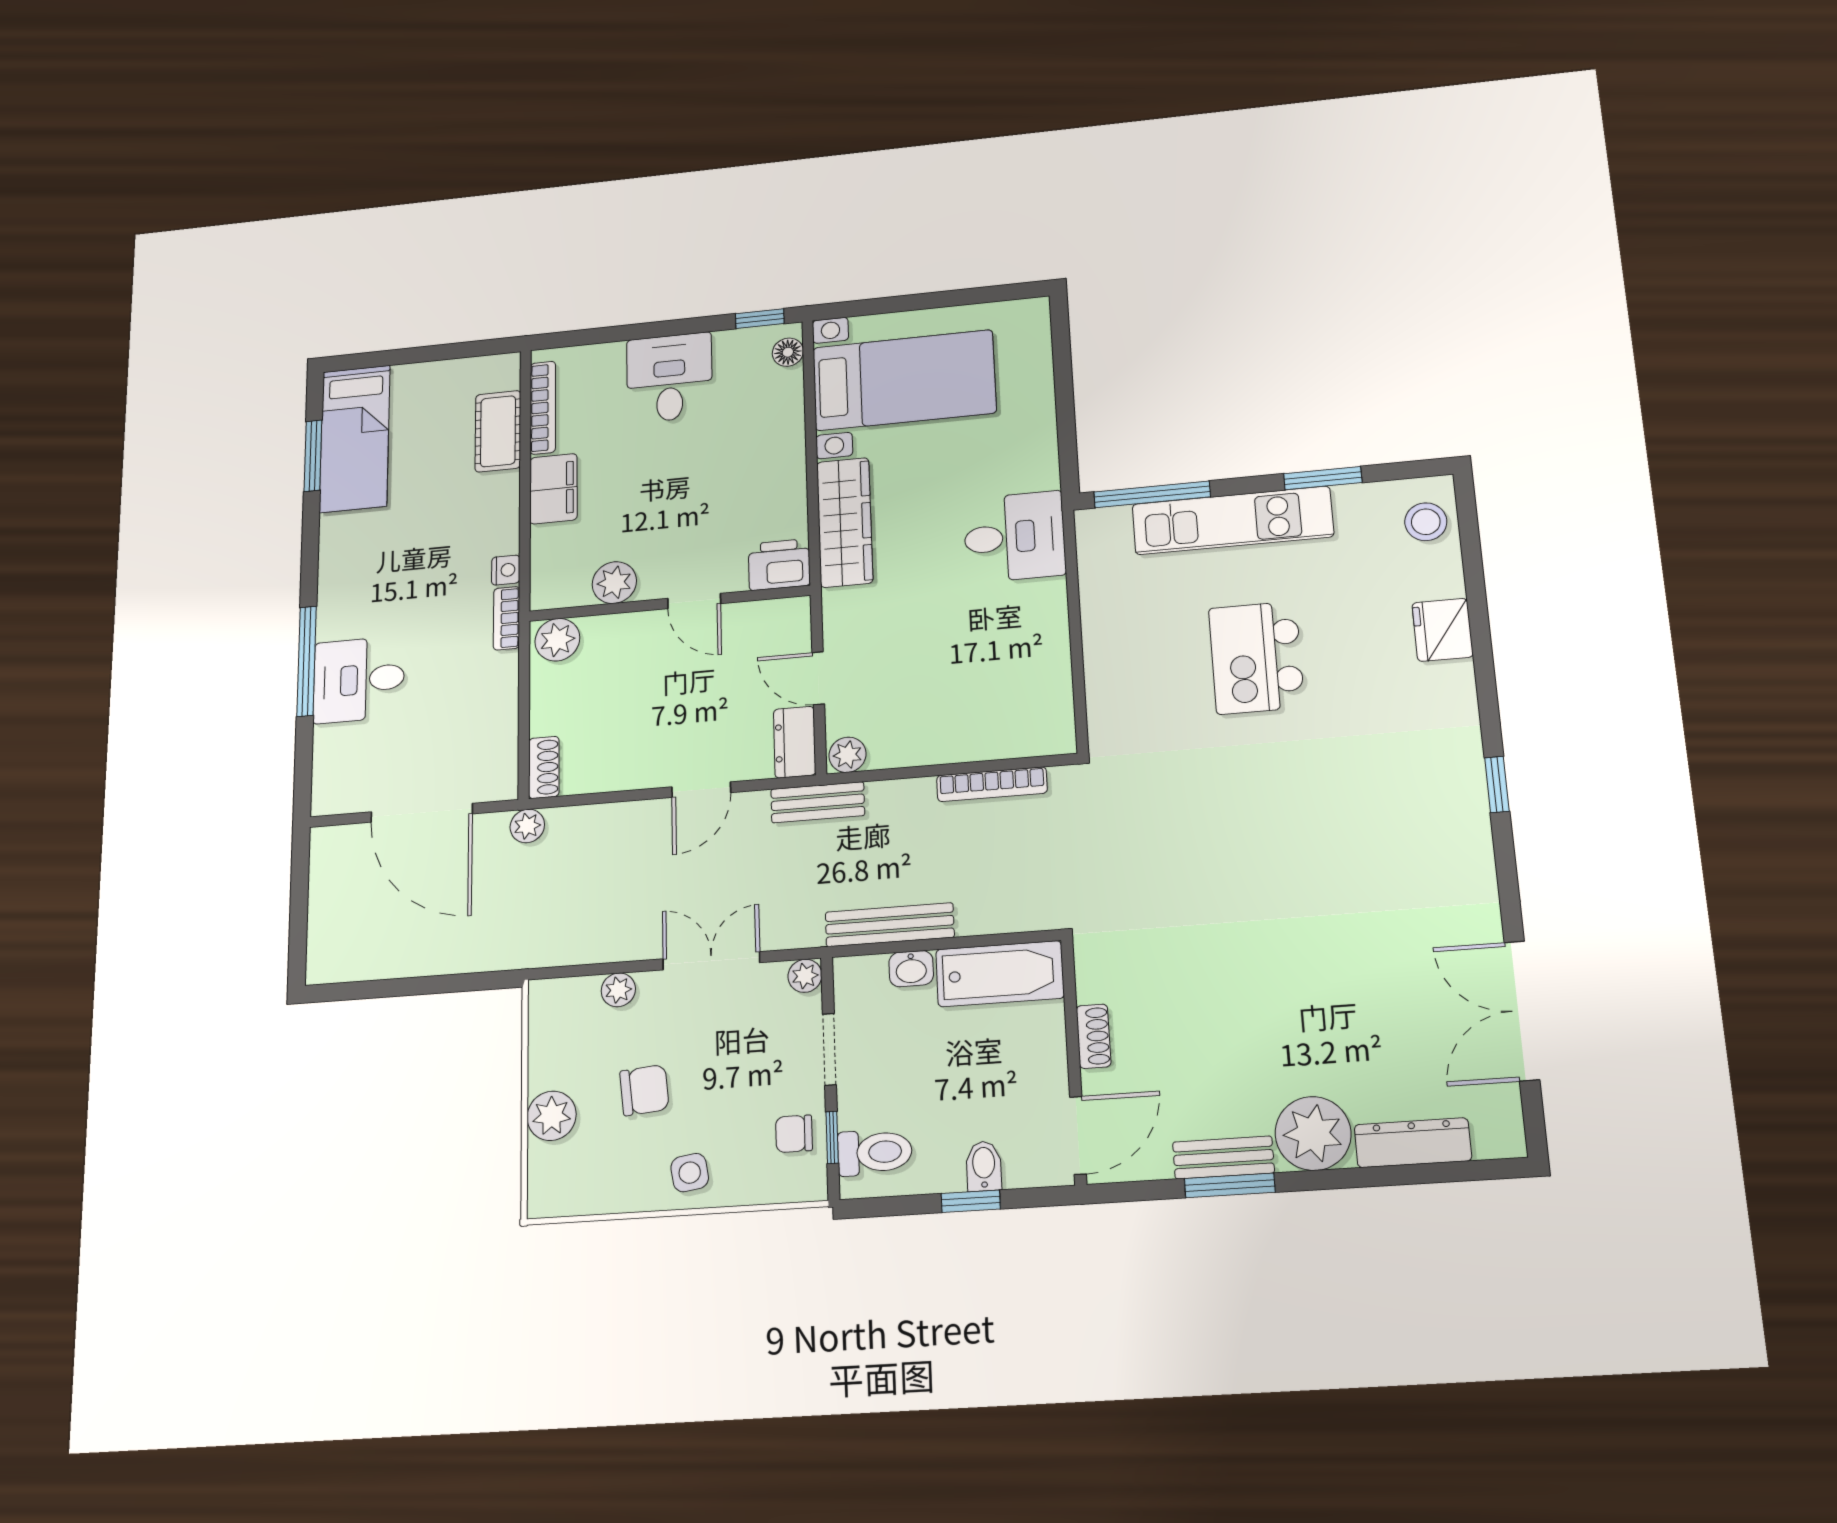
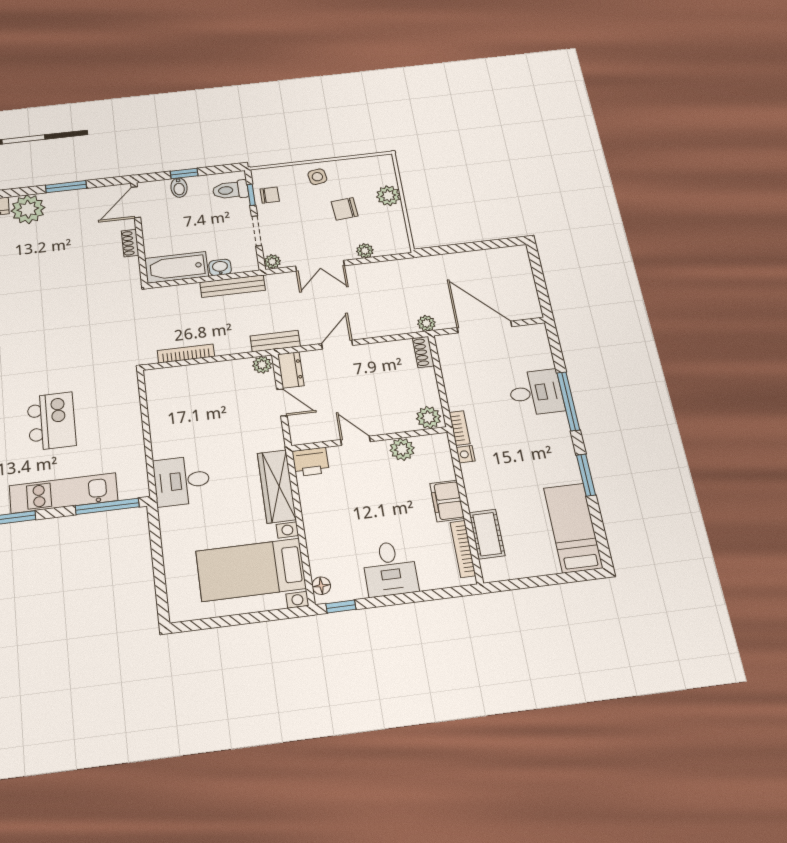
window: (313, 456) -> (586, 475), moved
bench: (1223, 1157) -> (69, 197), removed

